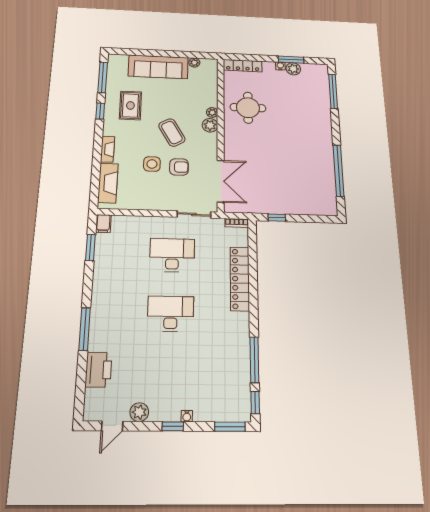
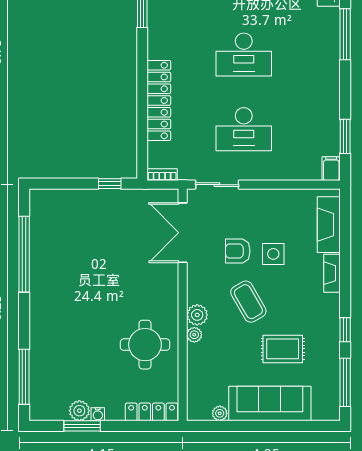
rug: (130, 105) -> (283, 349), moved, turned 90

